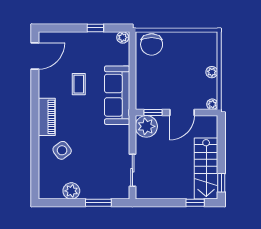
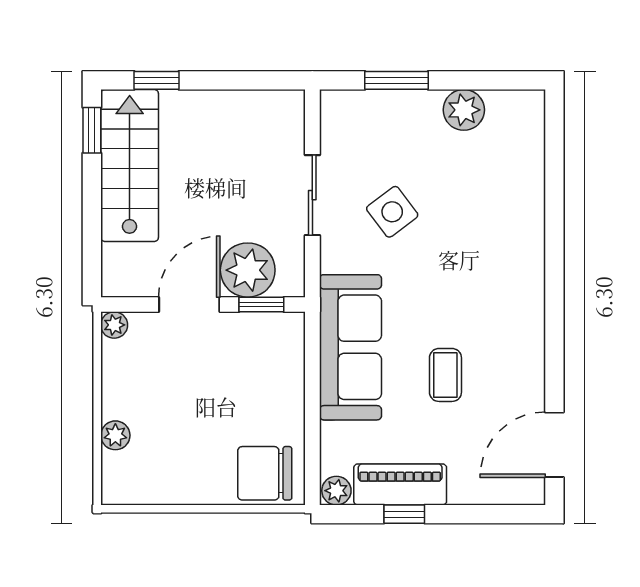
chair: (152, 44) -> (265, 473), turned -90
plant: (212, 72) -> (115, 435), moved
piano: (47, 117) -> (400, 484), moved, turned 90
plant: (146, 126) -> (248, 270), moved
side table: (62, 150) -> (392, 212), moved
sliding door: (132, 170) -> (312, 195), moved

